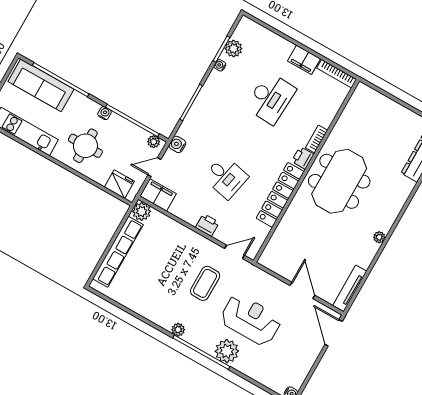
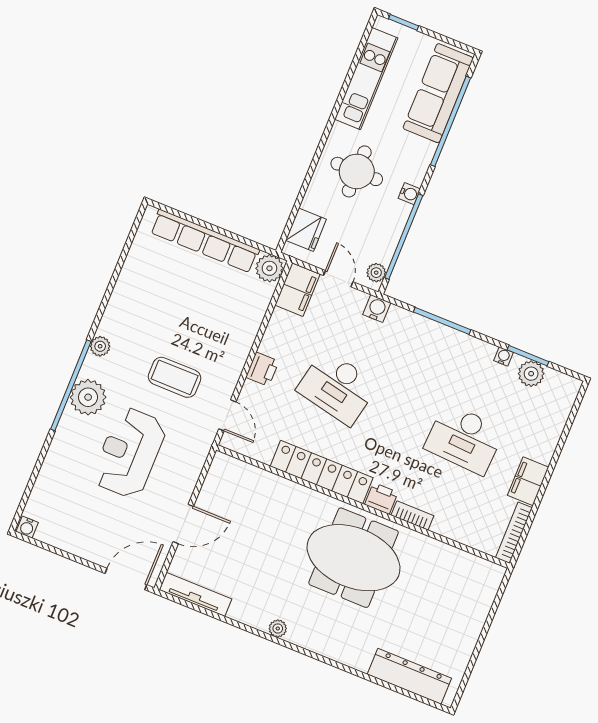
desk: (226, 177) -> (337, 387), width x1.37
reception desk: (251, 320) -> (129, 453), turned 180
plant: (227, 351) -> (88, 397), moved

